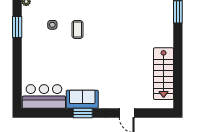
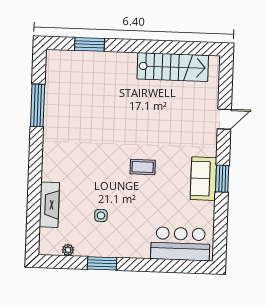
coffee table: (77, 30) -> (143, 167), moved
bar counter: (44, 96) -> (180, 244), moved, turned 90

